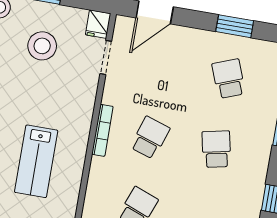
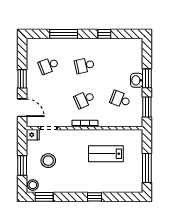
window: (235, 26) -> (22, 79), moved
school desk: (150, 138) -> (84, 99), turned -42
lab bench: (36, 161) -> (106, 154), turned 180

